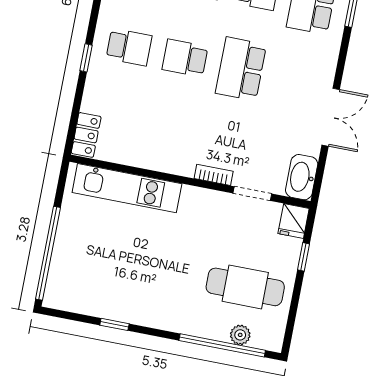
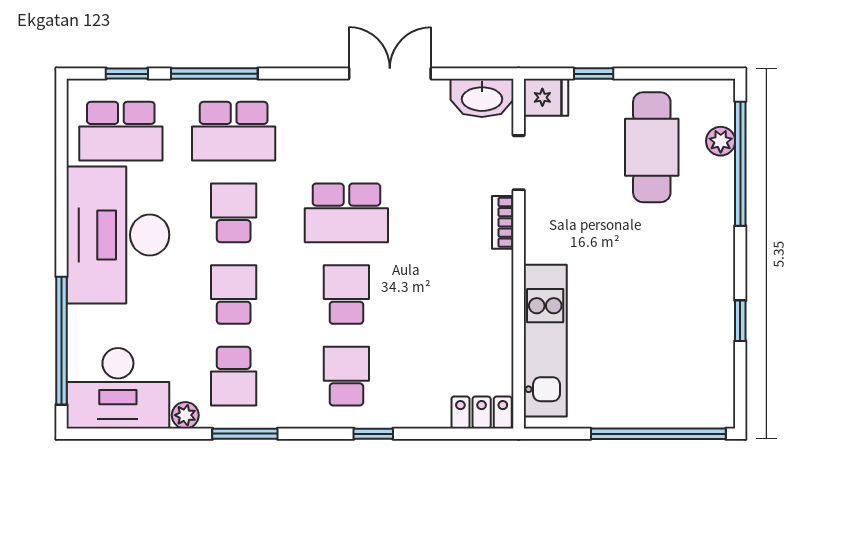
school desk: (185, 58) -> (346, 294), turned 180

